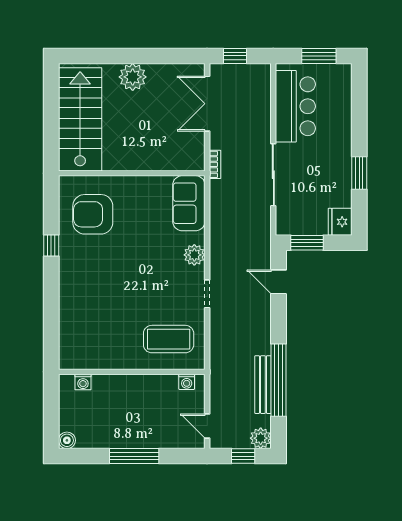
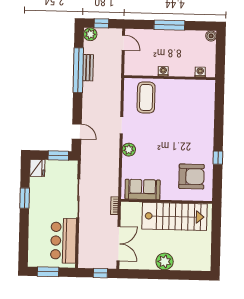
stairs: (80, 119) -> (174, 216), moved, turned -90
sofa: (189, 203) -> (143, 189), moved, turned -90
coffee table: (169, 339) -> (146, 97), turned 90
washing machine: (187, 382) -> (163, 71), moved
bench: (263, 385) -> (88, 68), width x0.73

